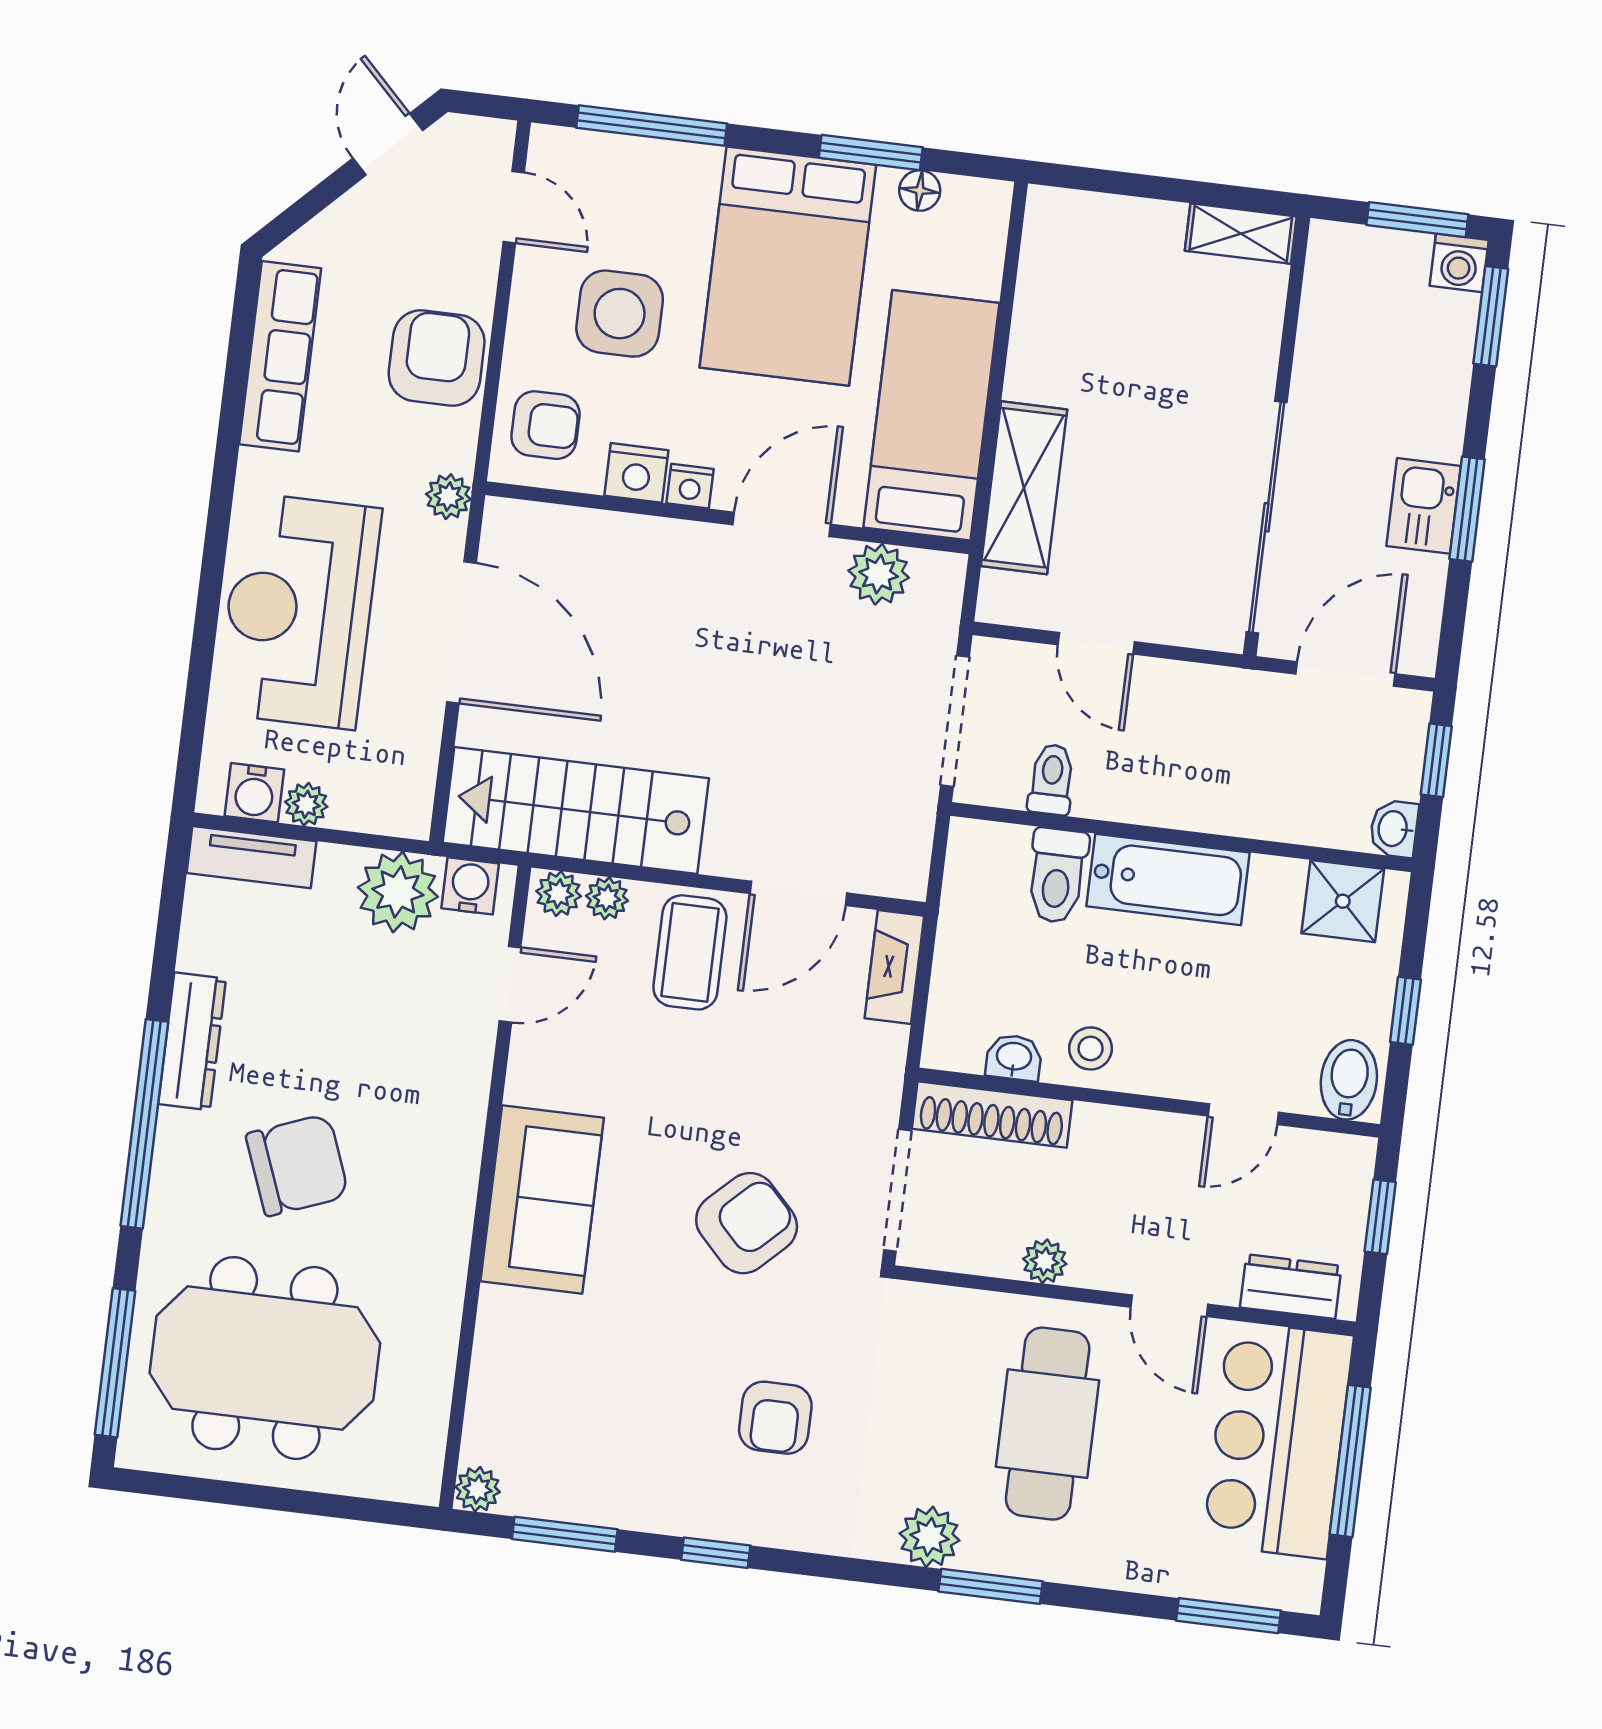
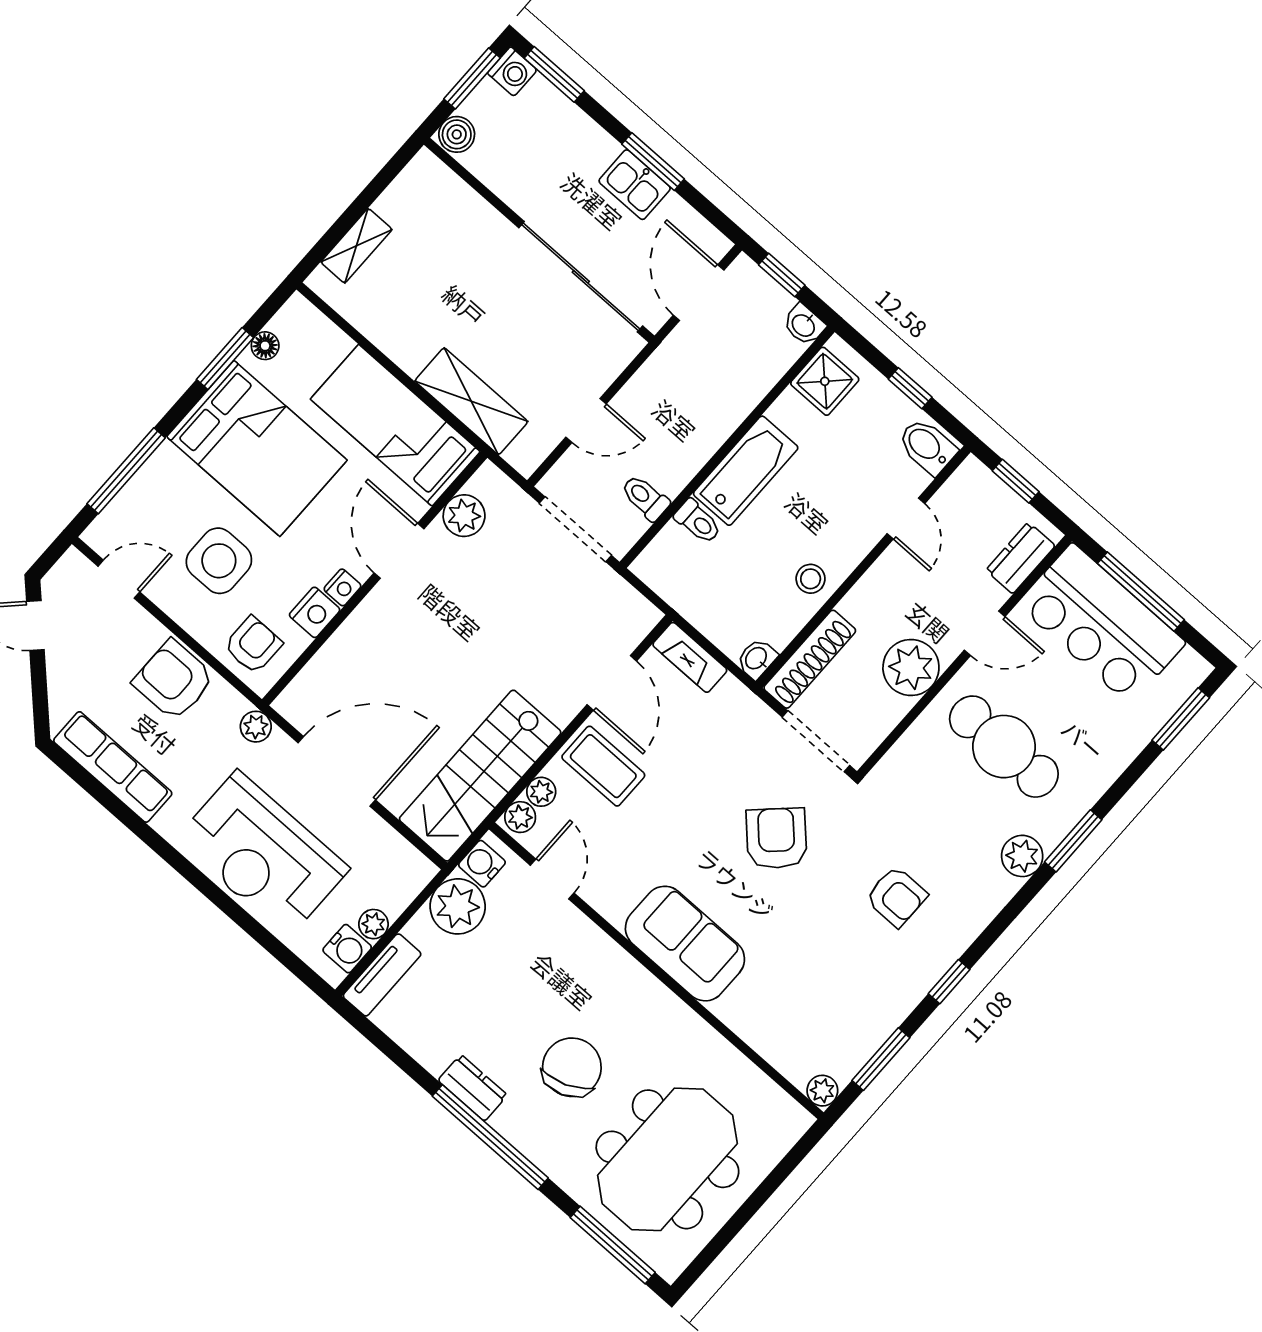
shelving: (1241, 234) -> (356, 246), moved
boiler: (1336, 248) -> (457, 134), added
toilet: (1057, 876) -> (698, 522), width x0.73, depth x0.72
dresser: (192, 1041) -> (473, 1088), width x0.70
washbasin: (1014, 1057) -> (757, 659), moved
plant: (1045, 1261) -> (911, 668), width x1.88, depth x1.88

